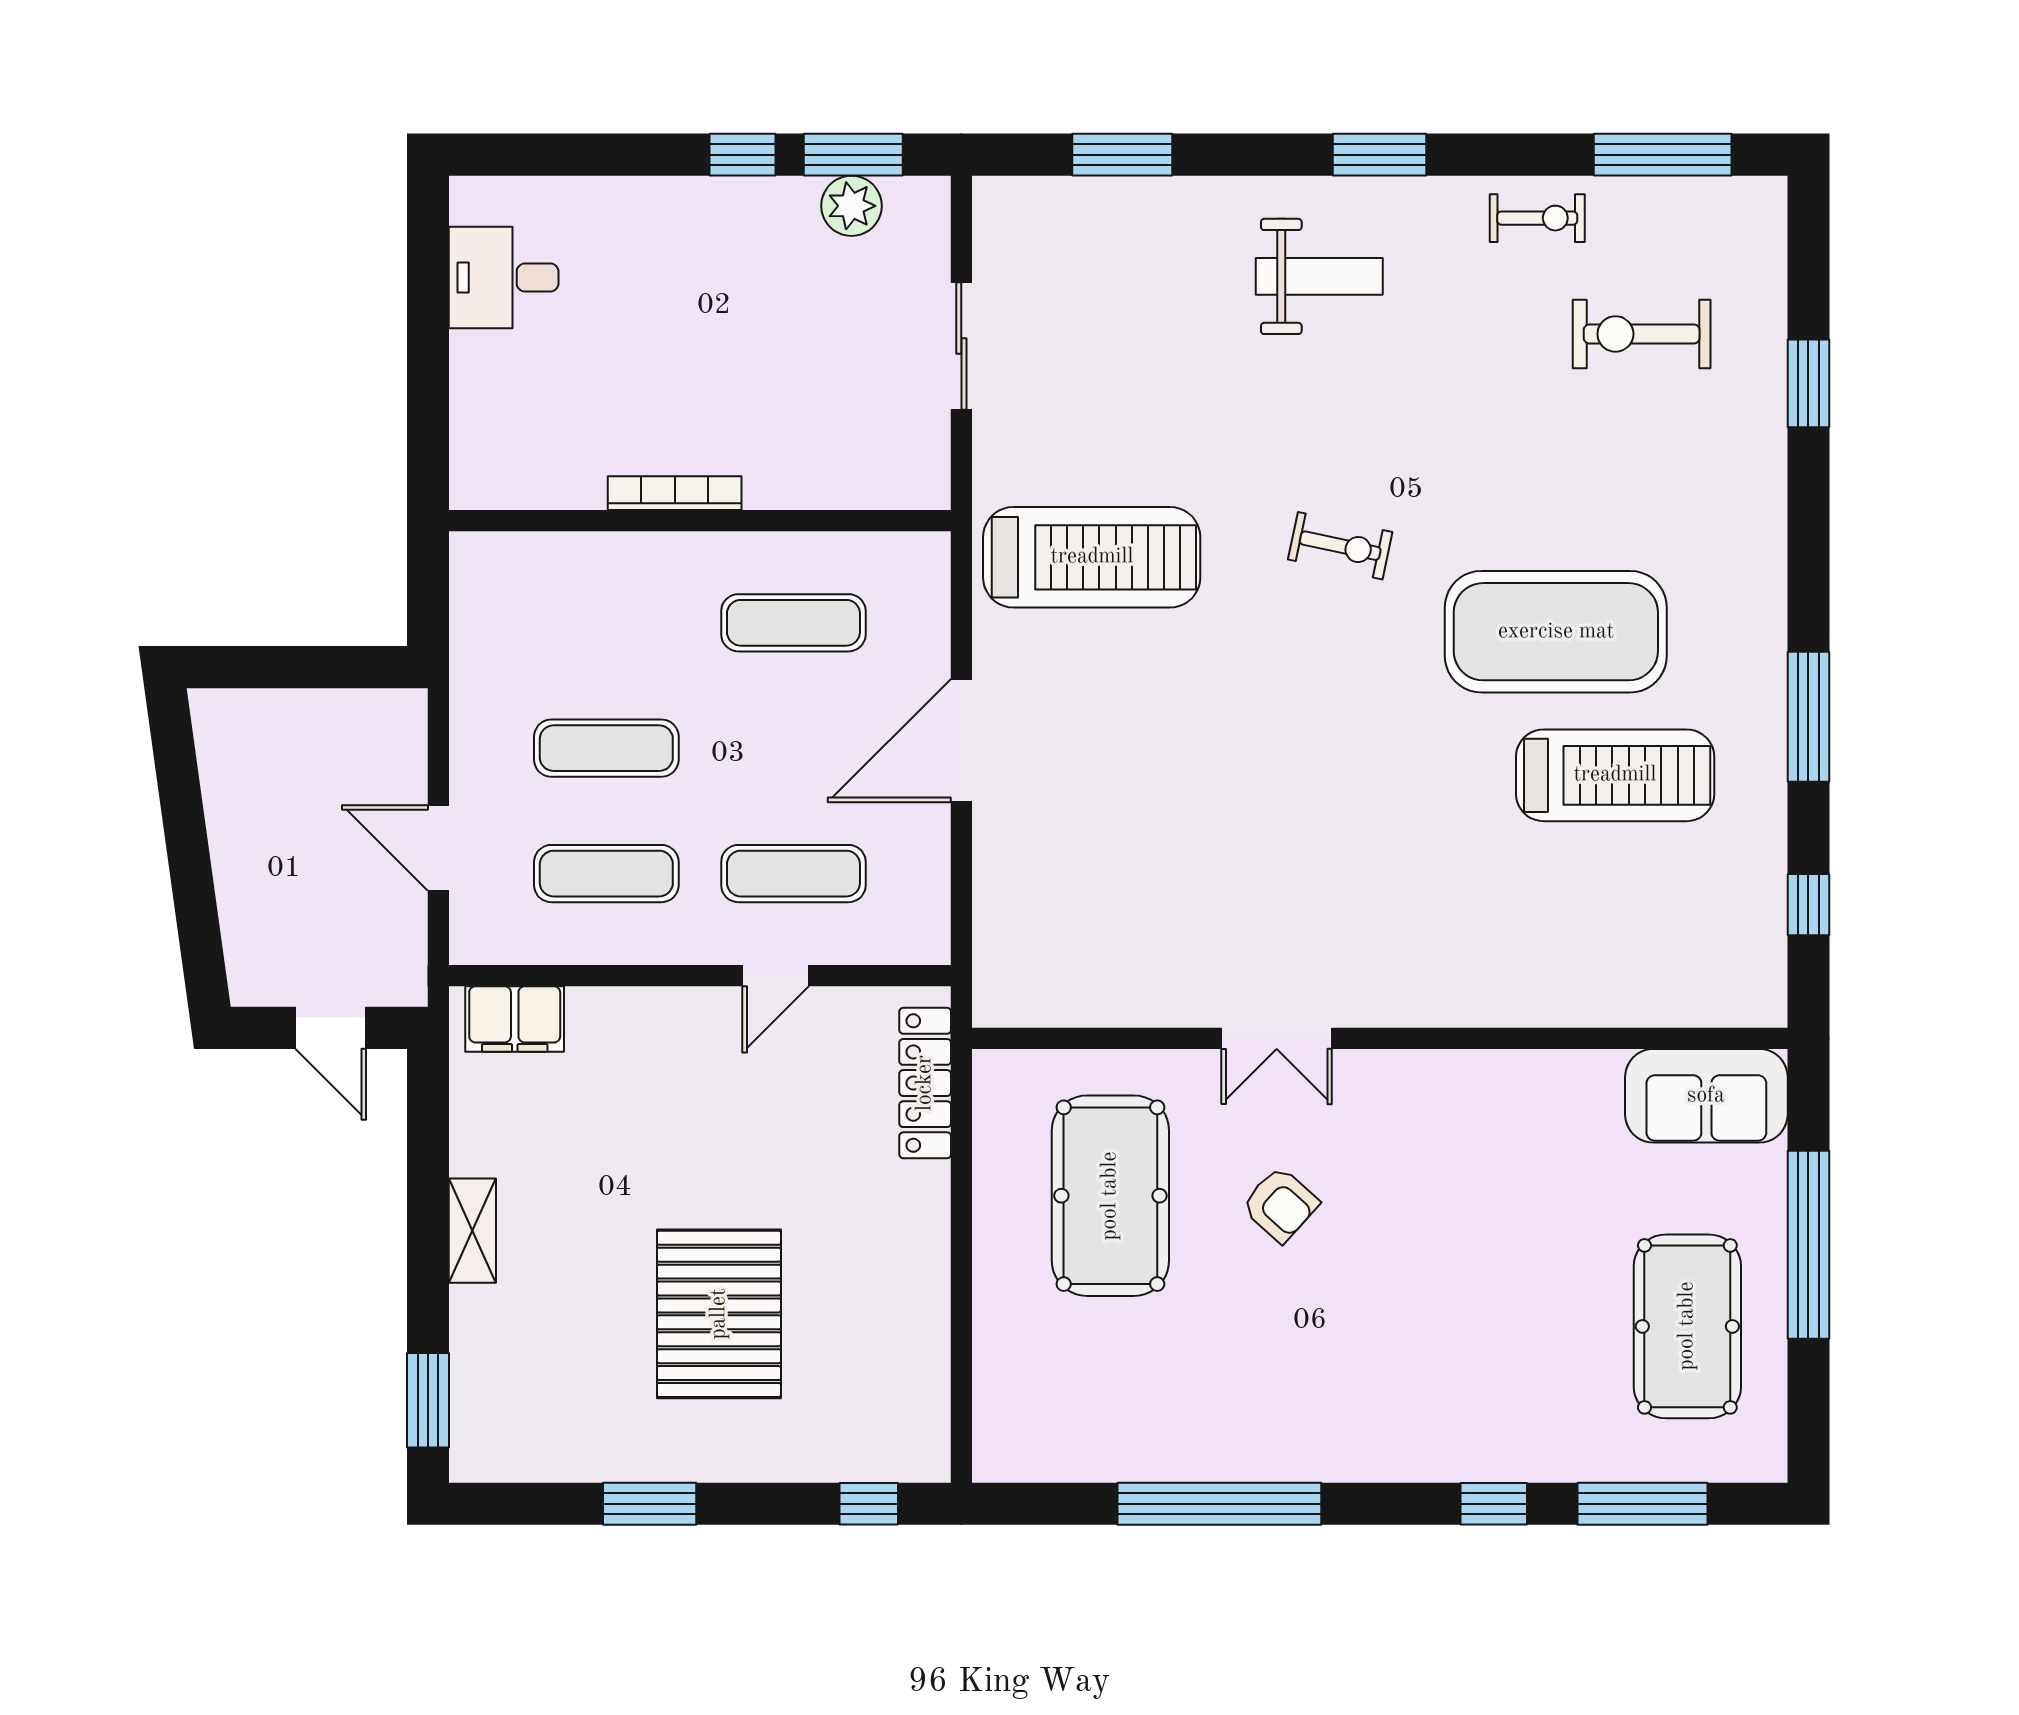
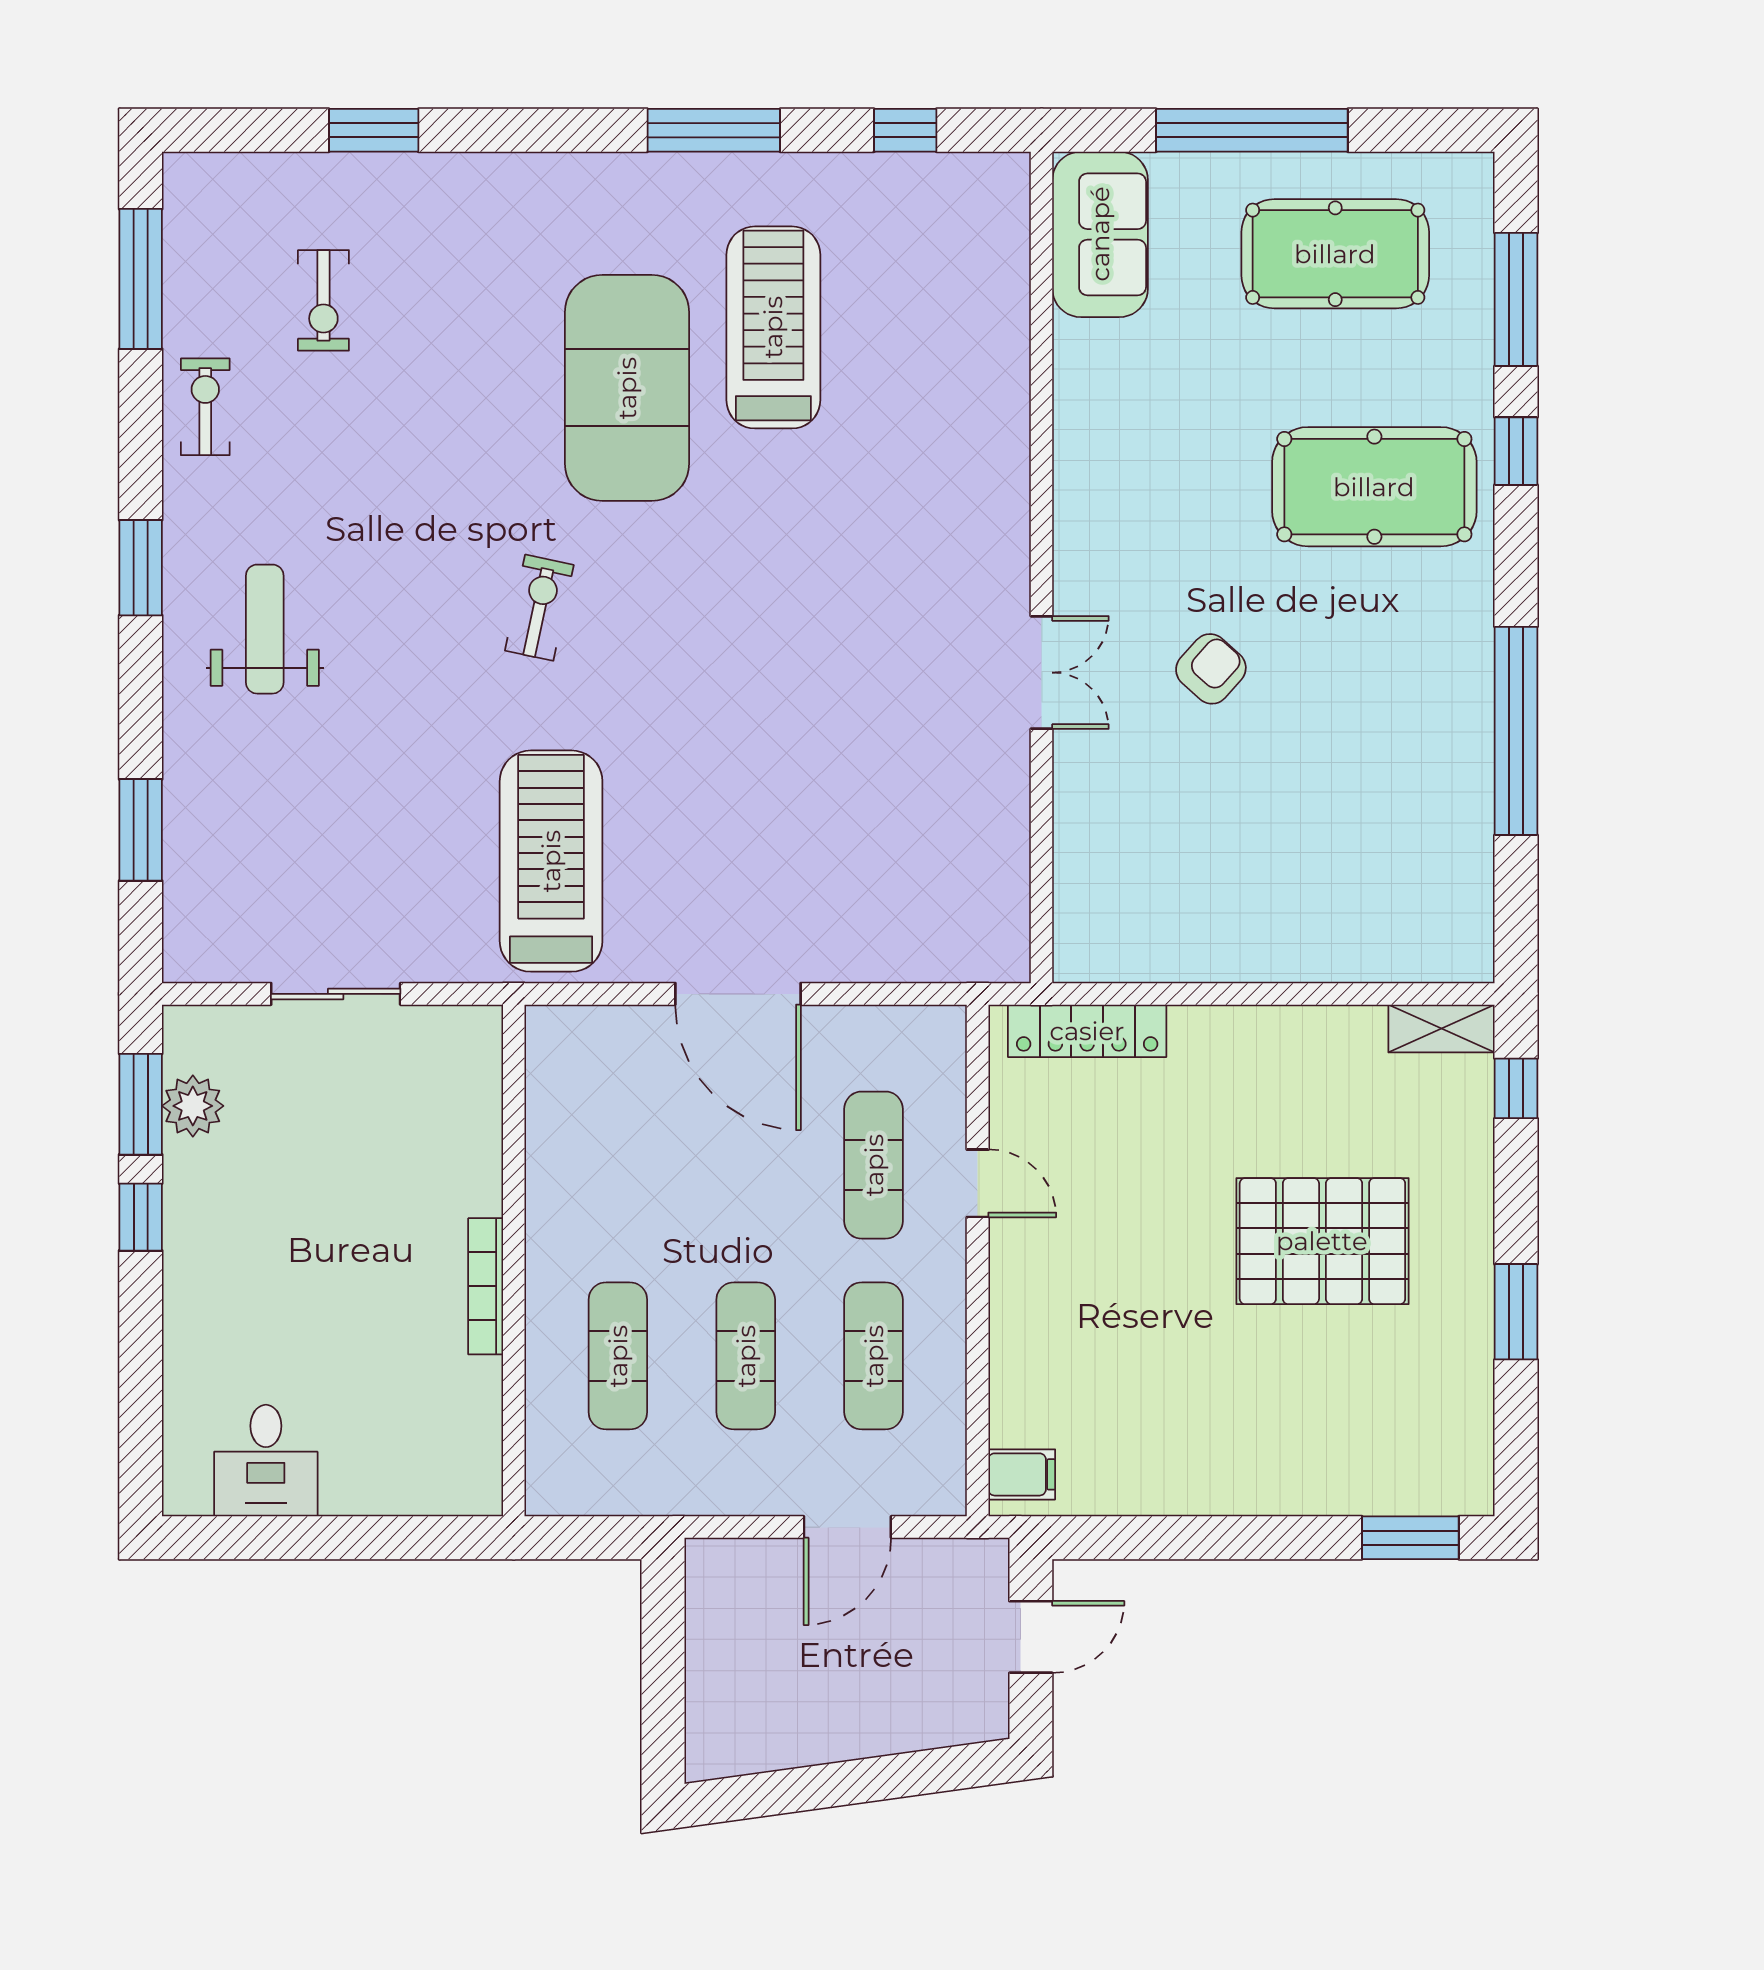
exercise bike: (1642, 334) -> (323, 300), width x0.73, depth x0.72
exercise mat: (793, 623) -> (618, 1356), moved
filing cabinet: (515, 1019) -> (1022, 1474), width x0.50
pool table: (1110, 1196) -> (1374, 487), moved
shelving: (472, 1231) -> (1441, 1029), moved

